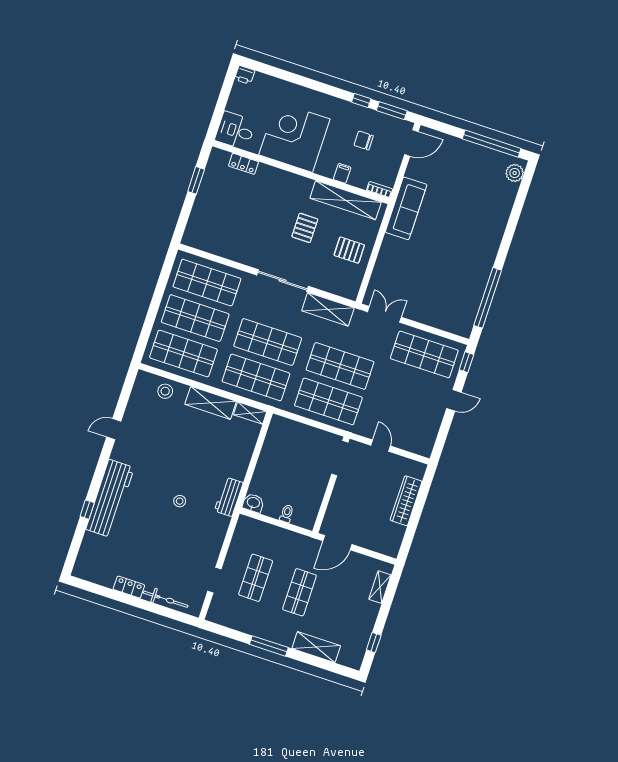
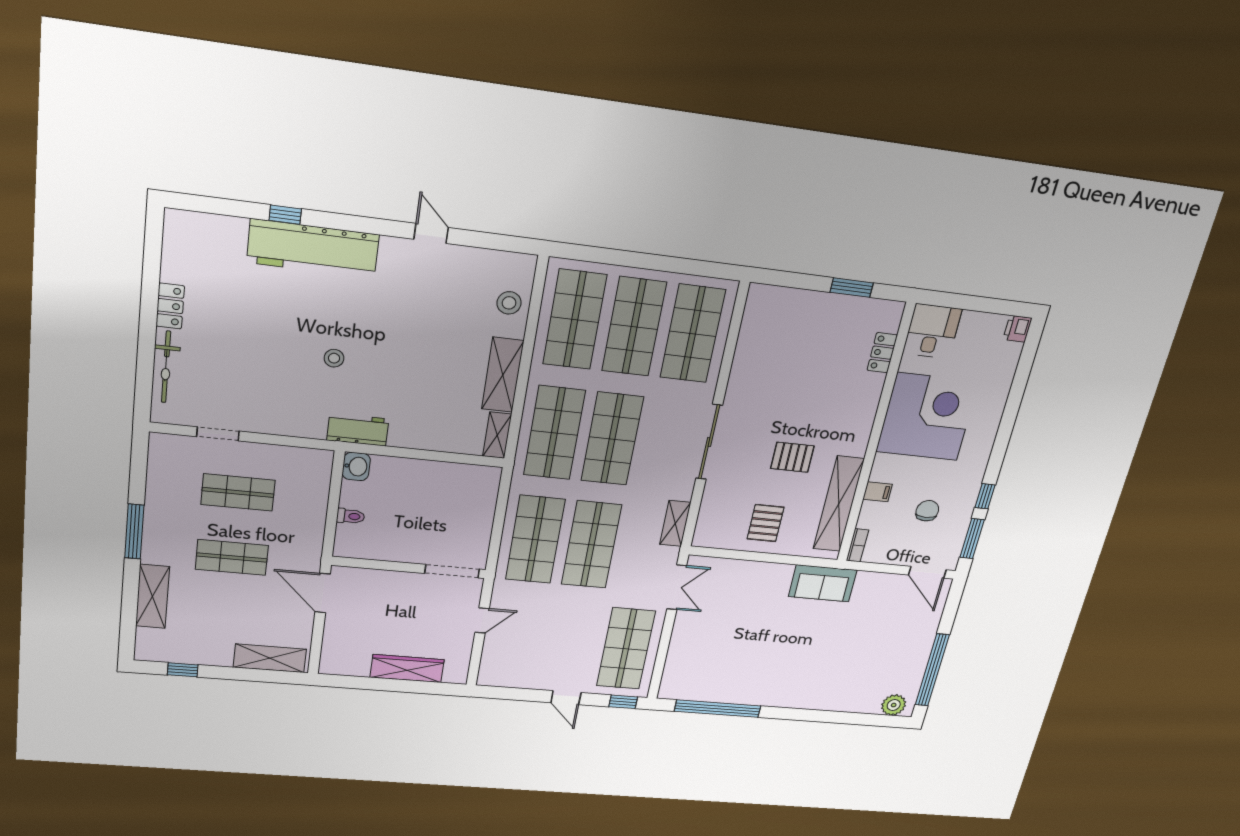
sofa: (406, 208) -> (823, 583), width x0.73
shelving: (328, 309) -> (675, 523), width x0.67, depth x0.75
shelving: (380, 587) -> (270, 658), width x1.50, depth x1.33

